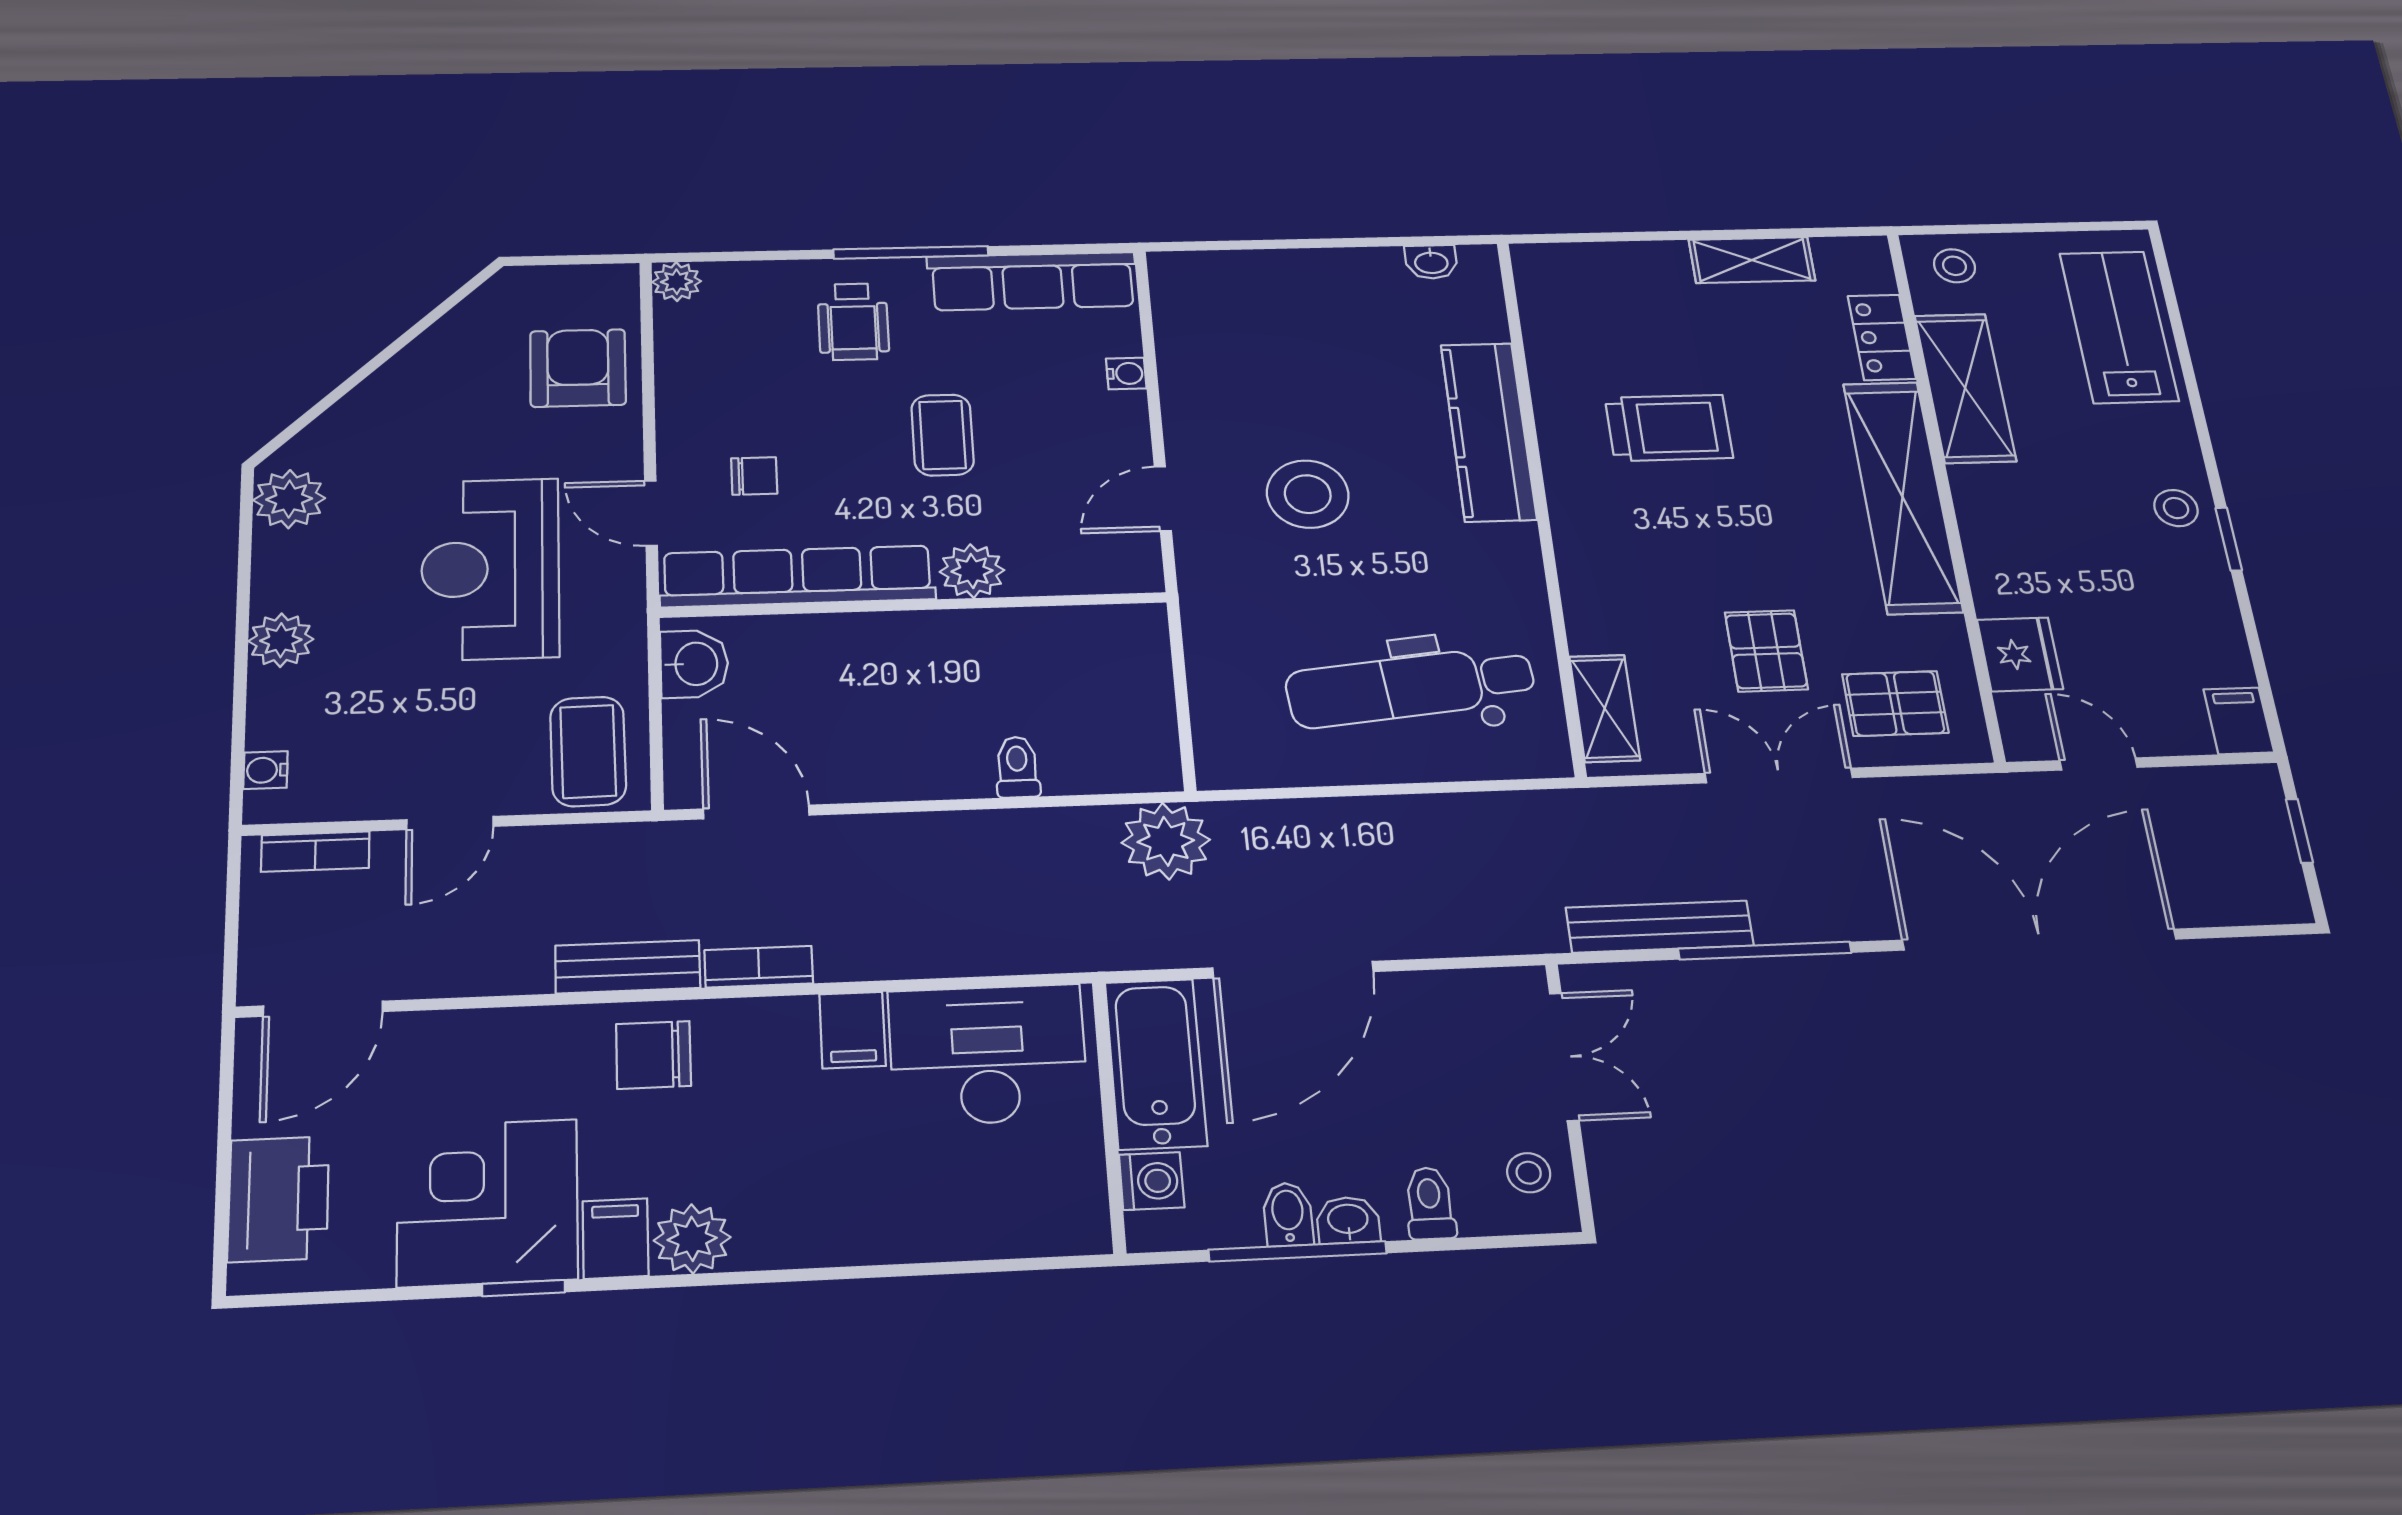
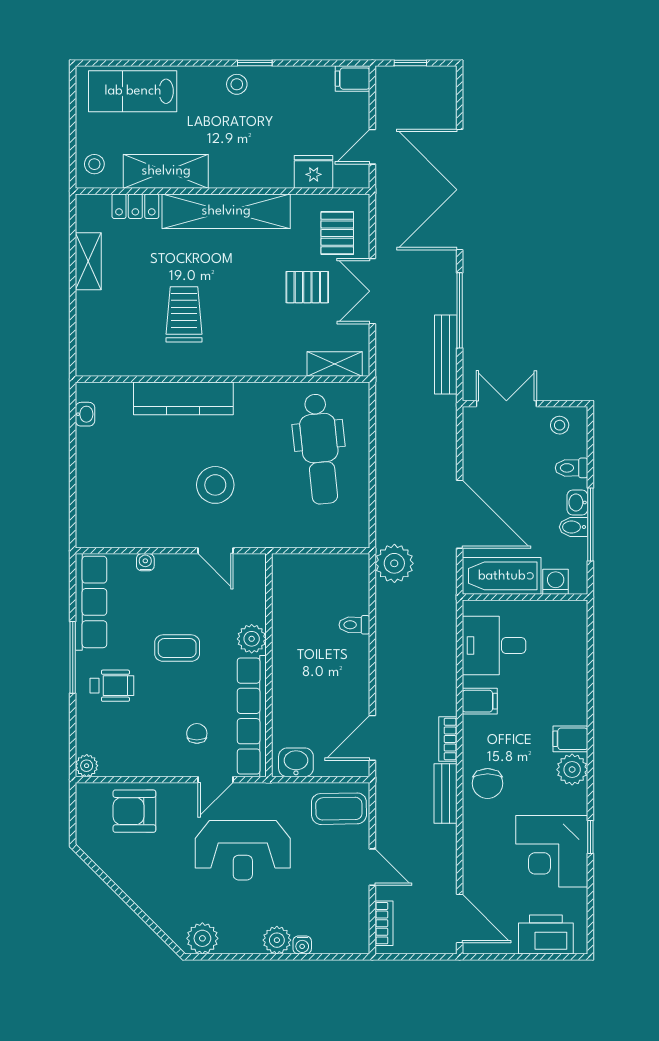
water cooler: (265, 770) -> (302, 945), moved
desk: (988, 1055) -> (494, 646), width x0.73
filing cabinet: (616, 1238) -> (570, 739), moved

